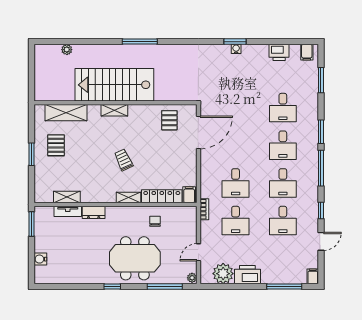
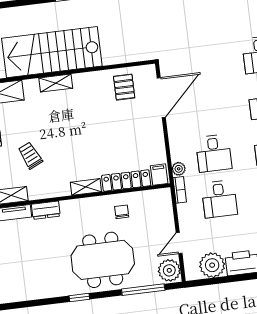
trolley: (124, 160) -> (30, 156), moved
plant: (206, 192) -> (179, 169), added
plant: (192, 278) -> (169, 270), width x1.88, depth x1.88

